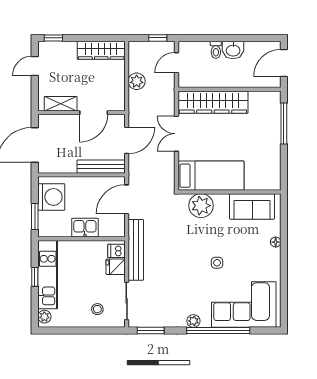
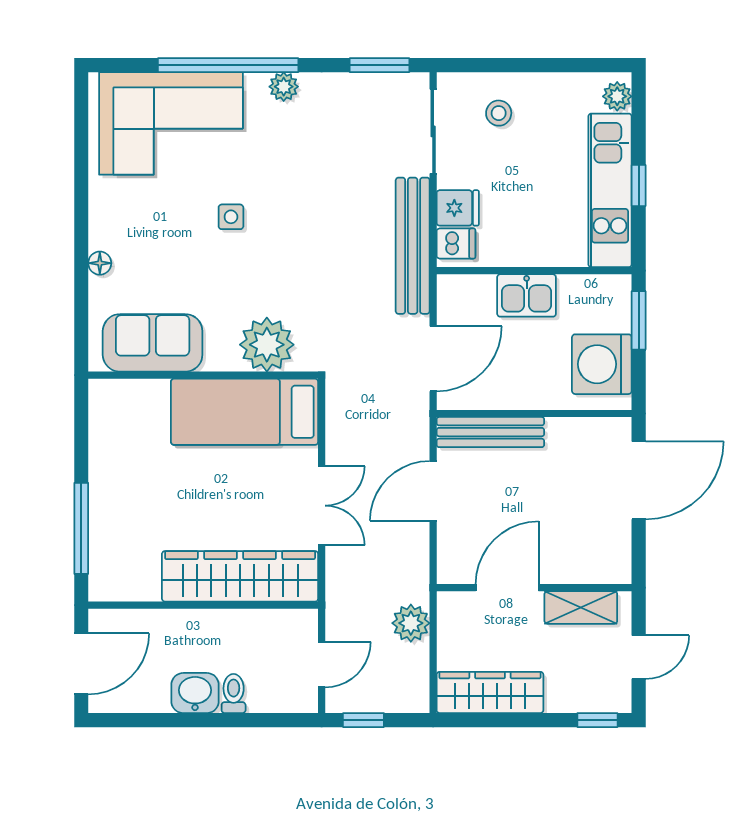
shelving: (61, 104) -> (581, 608), moved
wall: (82, 113) -> (534, 588), moved
door: (94, 113) -> (507, 588), moved

